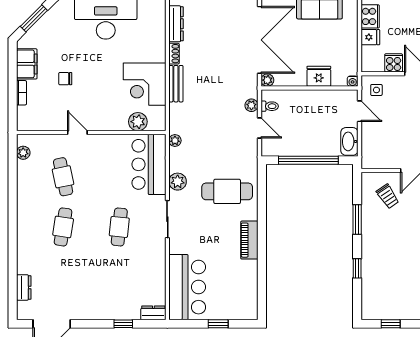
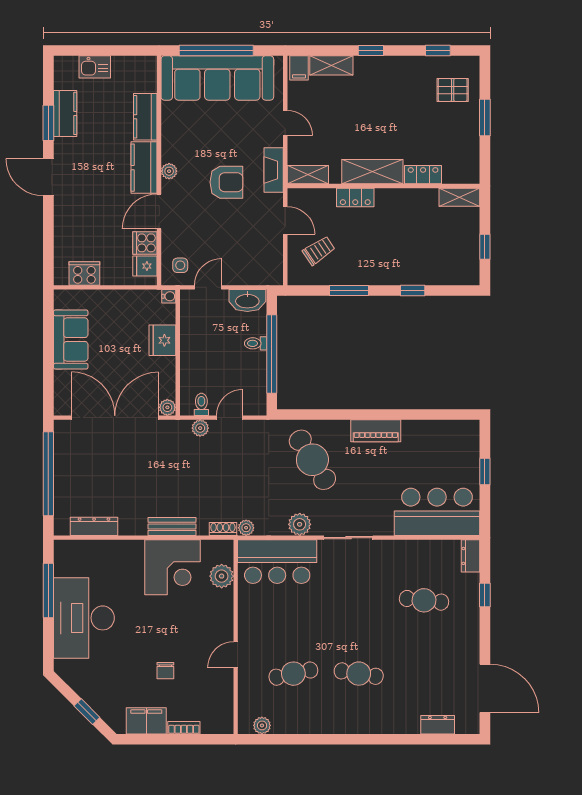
window: (34, 18) -> (87, 712), width x0.67
fridge: (370, 37) -> (145, 266), moved, turned -90
shoe rack: (174, 54) -> (223, 529), moved
toilet: (316, 148) -> (256, 343), added
cafe table: (227, 191) -> (312, 460), turned -32
cafe table: (119, 227) -> (424, 600), moved

